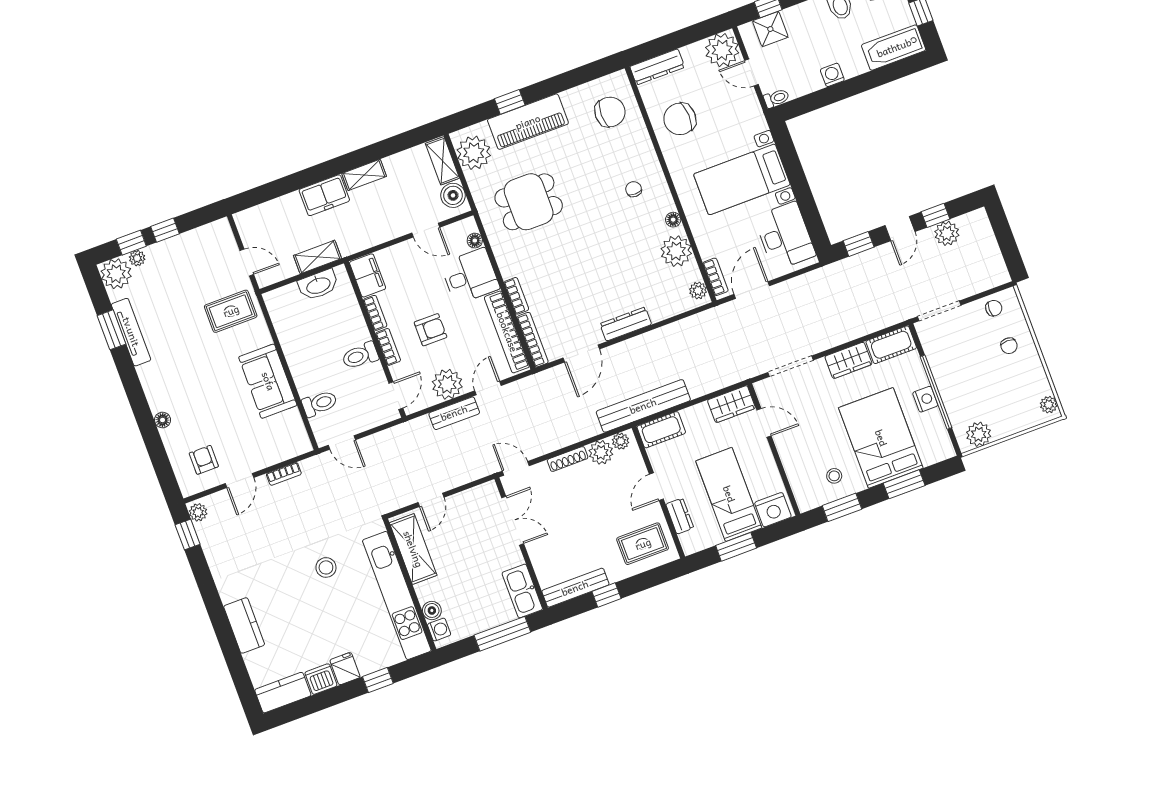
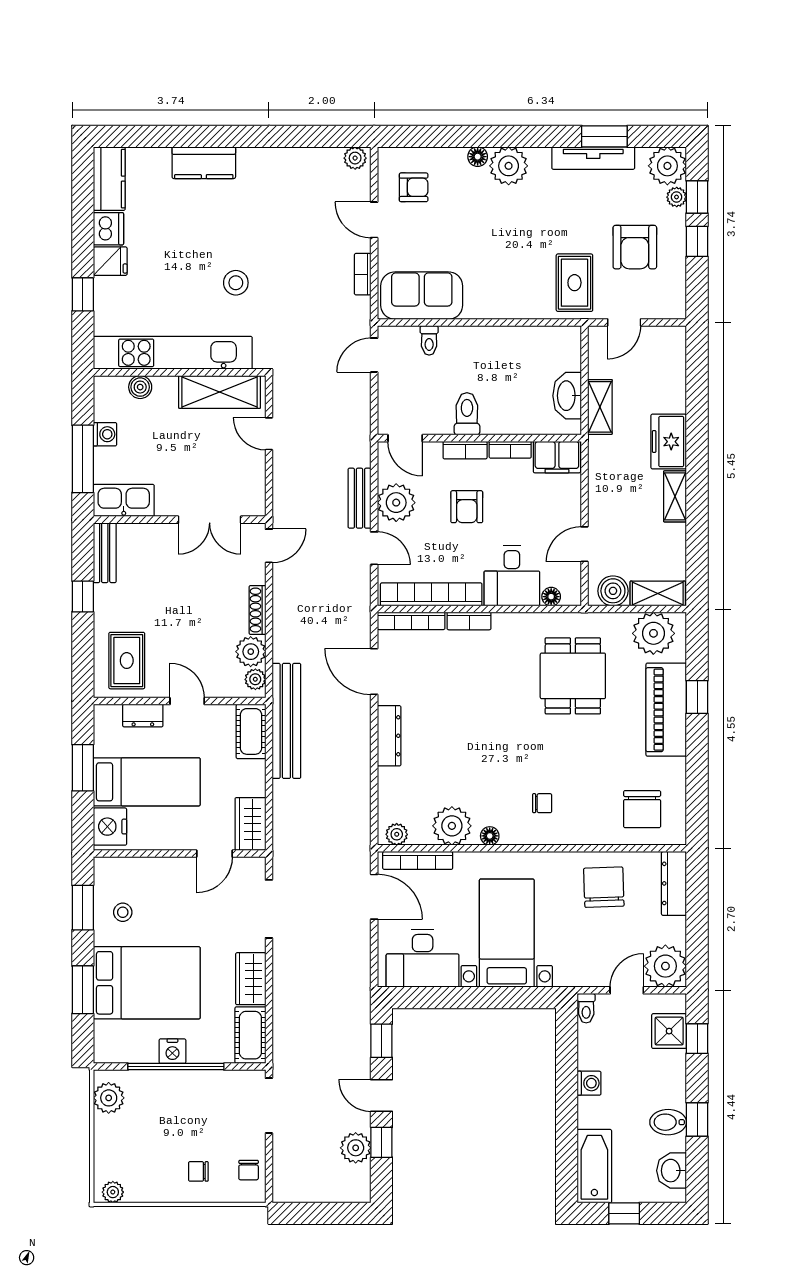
armchair: (187, 276) -> (635, 247), added
bookcase: (715, 277) -> (418, 860), width x1.56
sofa: (268, 381) -> (422, 296), moved
plant: (161, 394) -> (509, 166), added
toilet: (320, 403) -> (429, 340), width x0.73, depth x0.72
window: (188, 535) -> (334, 136), removed
bench: (575, 588) -> (105, 553), width x0.73
washing machine: (439, 630) -> (105, 434), moved, turned -90

